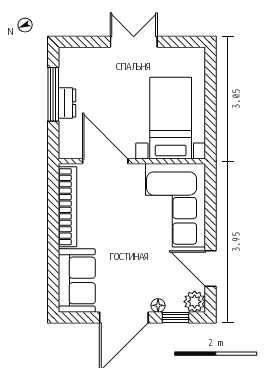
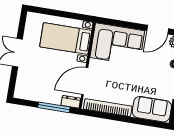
window: (53, 94) -> (54, 107), moved
dresser: (67, 103) -> (71, 102), moved

